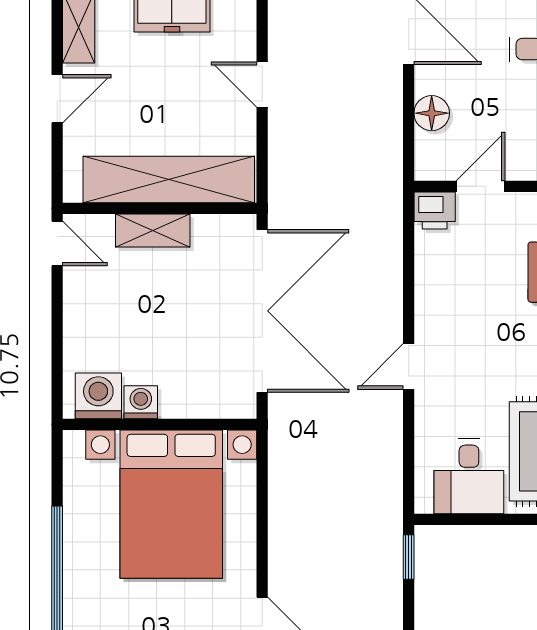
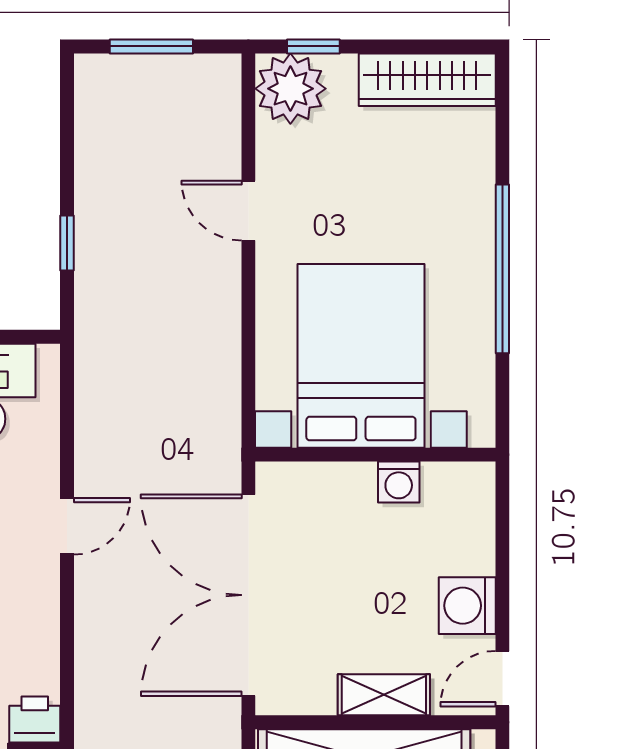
door: (57, 243) -> (502, 679), hinge flipped
washing machine: (98, 396) -> (467, 606), moved, turned 90
window: (409, 557) -> (67, 243), moved

